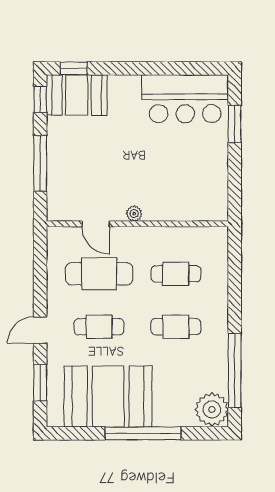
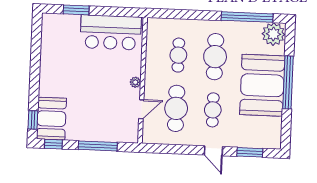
bar counter: (185, 99) -> (111, 32), moved, turned 90
cafe table: (176, 327) -> (215, 57), width x1.37, depth x1.35
booth: (108, 396) -> (262, 85), moved

